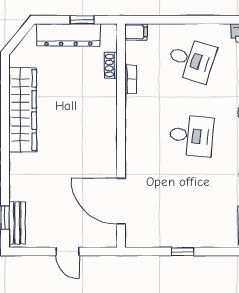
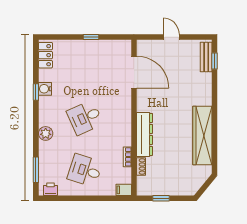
dresser: (68, 35) -> (145, 134), moved, turned 90
desk: (191, 136) -> (85, 118), turned -30

